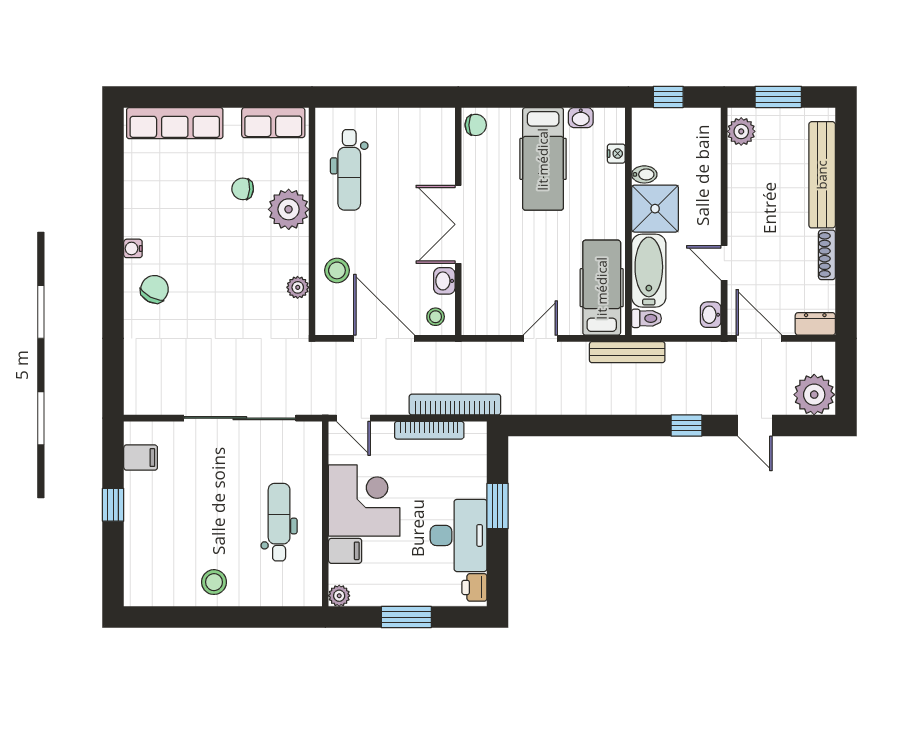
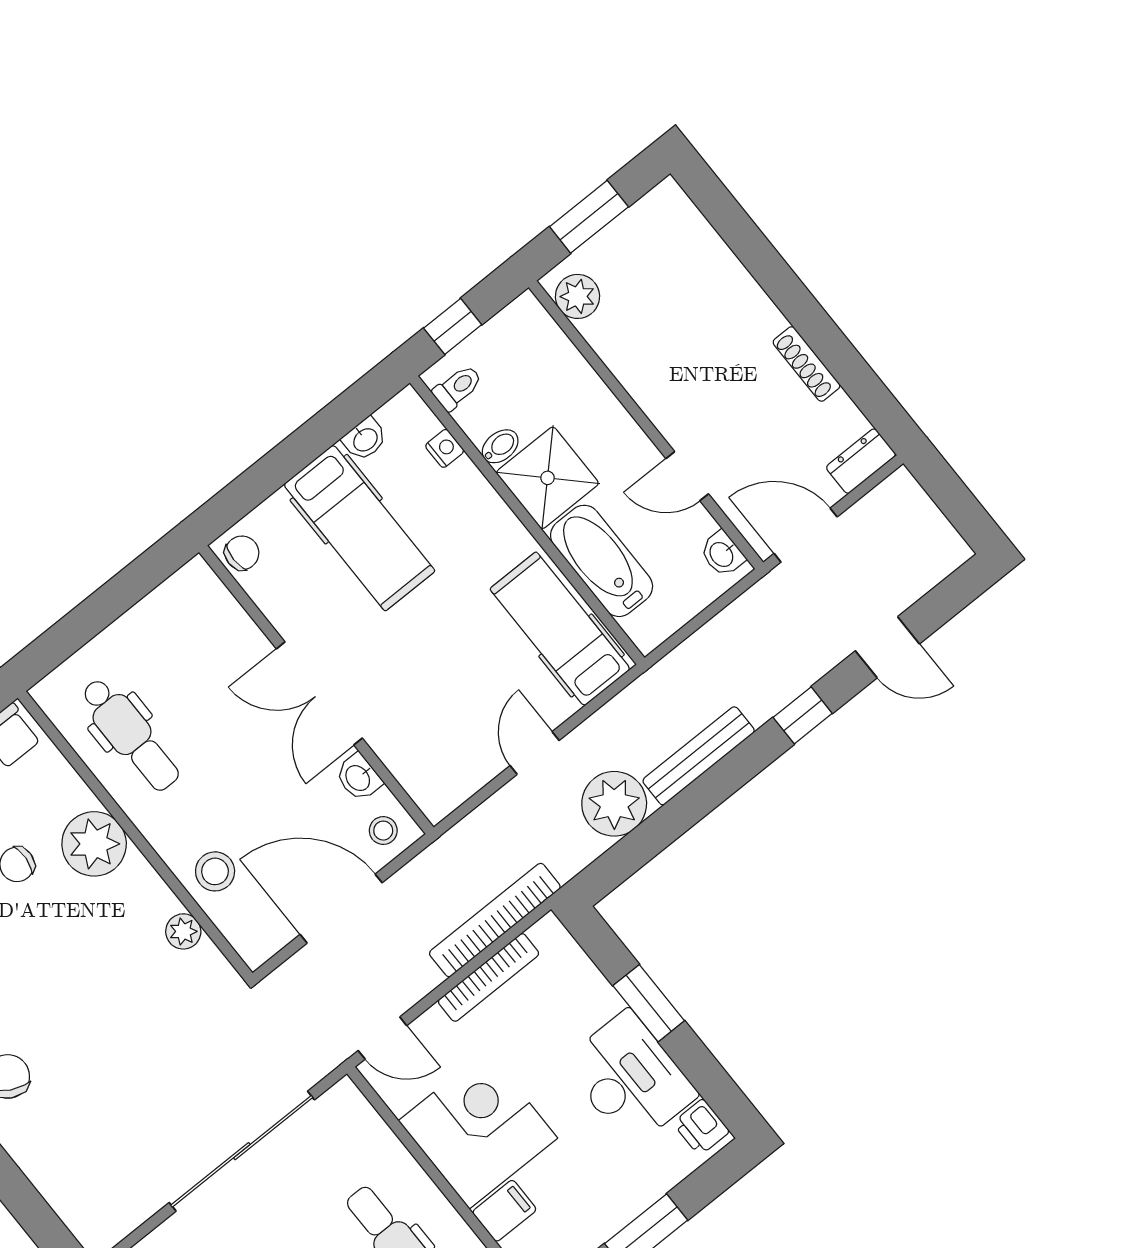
bench: (822, 175) -> (721, 270), removed
toilet: (647, 318) -> (458, 388), moved
bench: (627, 352) -> (699, 756), moved
plant: (814, 395) -> (614, 804), moved

